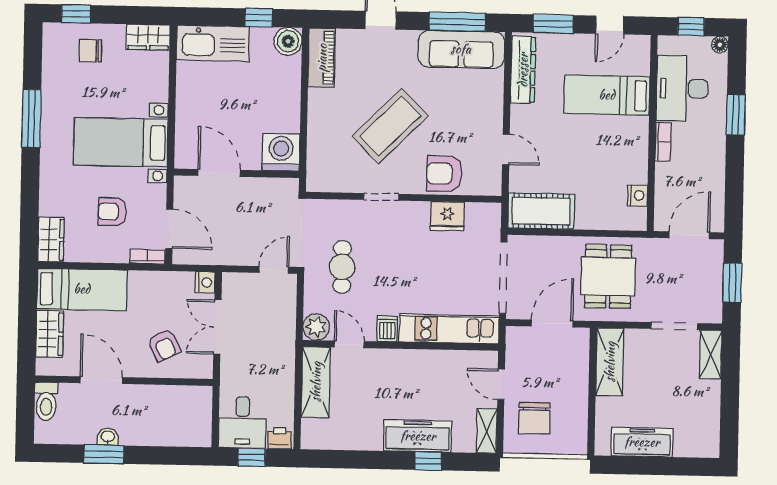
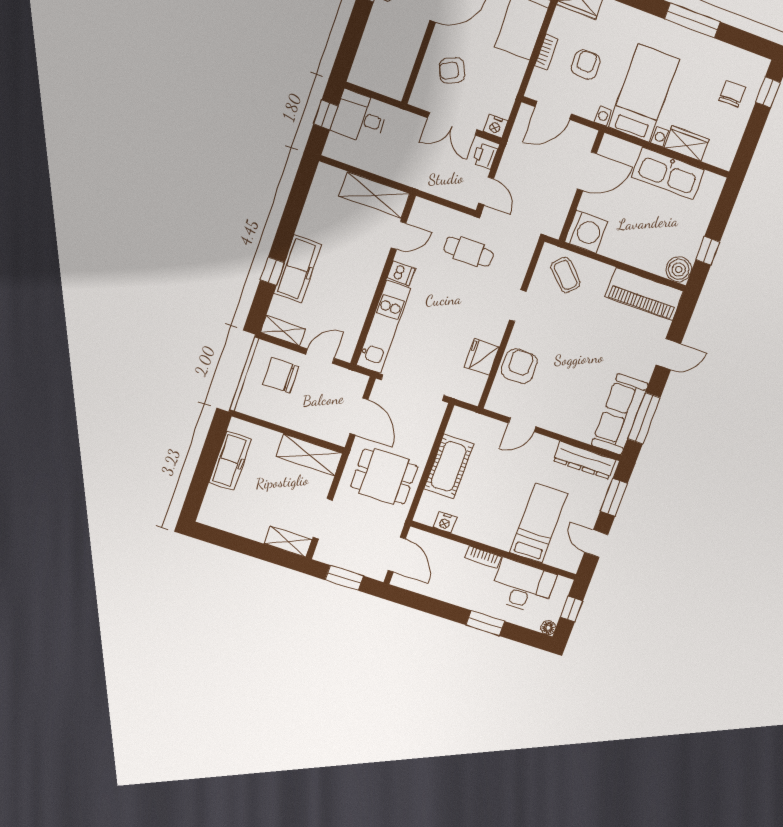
wardrobe: (148, 37) -> (687, 144), moved, turned 90
kitchen sink: (213, 43) -> (668, 173), moved, turned -90
piano: (322, 58) -> (644, 294), width x1.37, depth x1.33
coffee table: (390, 126) -> (566, 275), moved, width x0.54, depth x0.58
cot: (541, 211) -> (449, 467), moved
bookcase: (147, 257) -> (546, 52), moved
double door: (217, 327) -> (452, 124), swing flipped
plant: (316, 327) -> (423, 212), removed
printer: (280, 438) -> (485, 156), moved, turned 180

